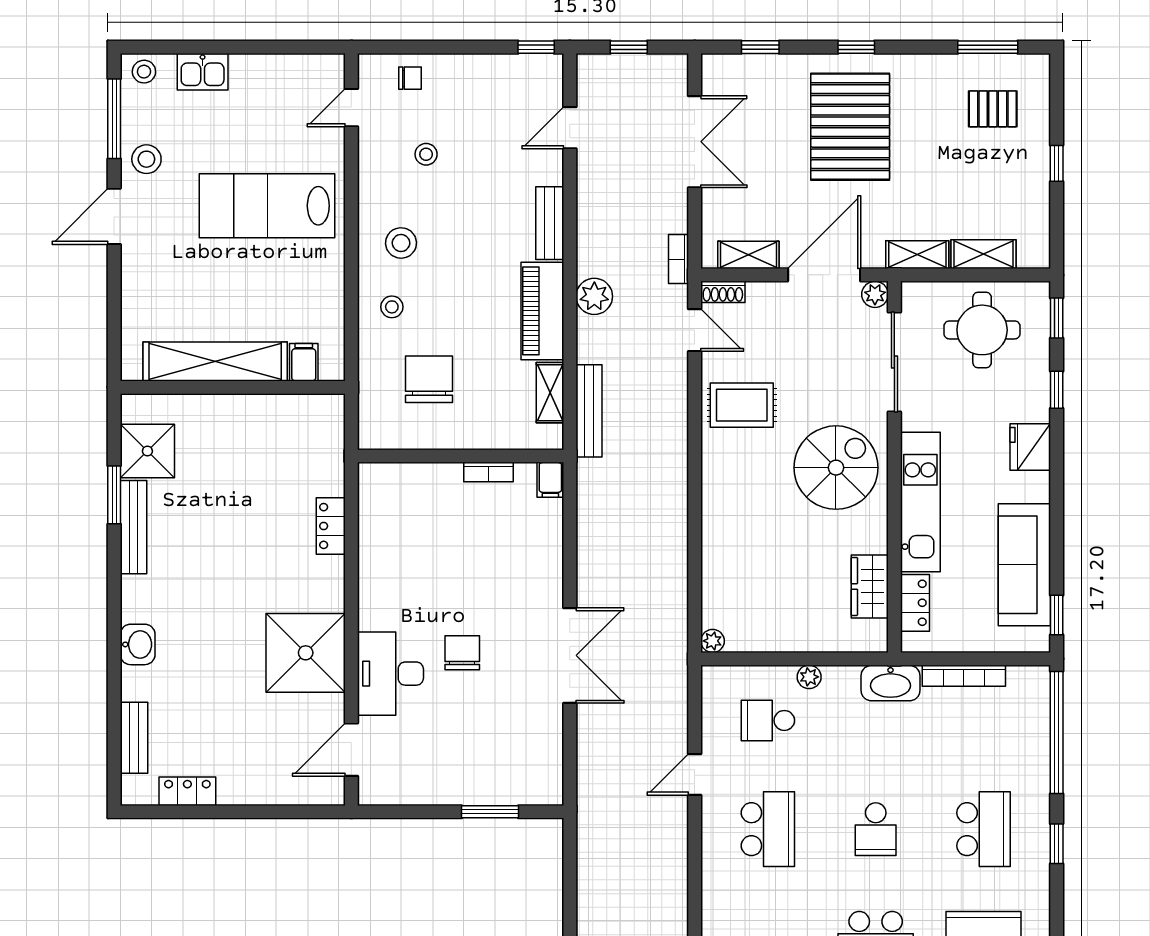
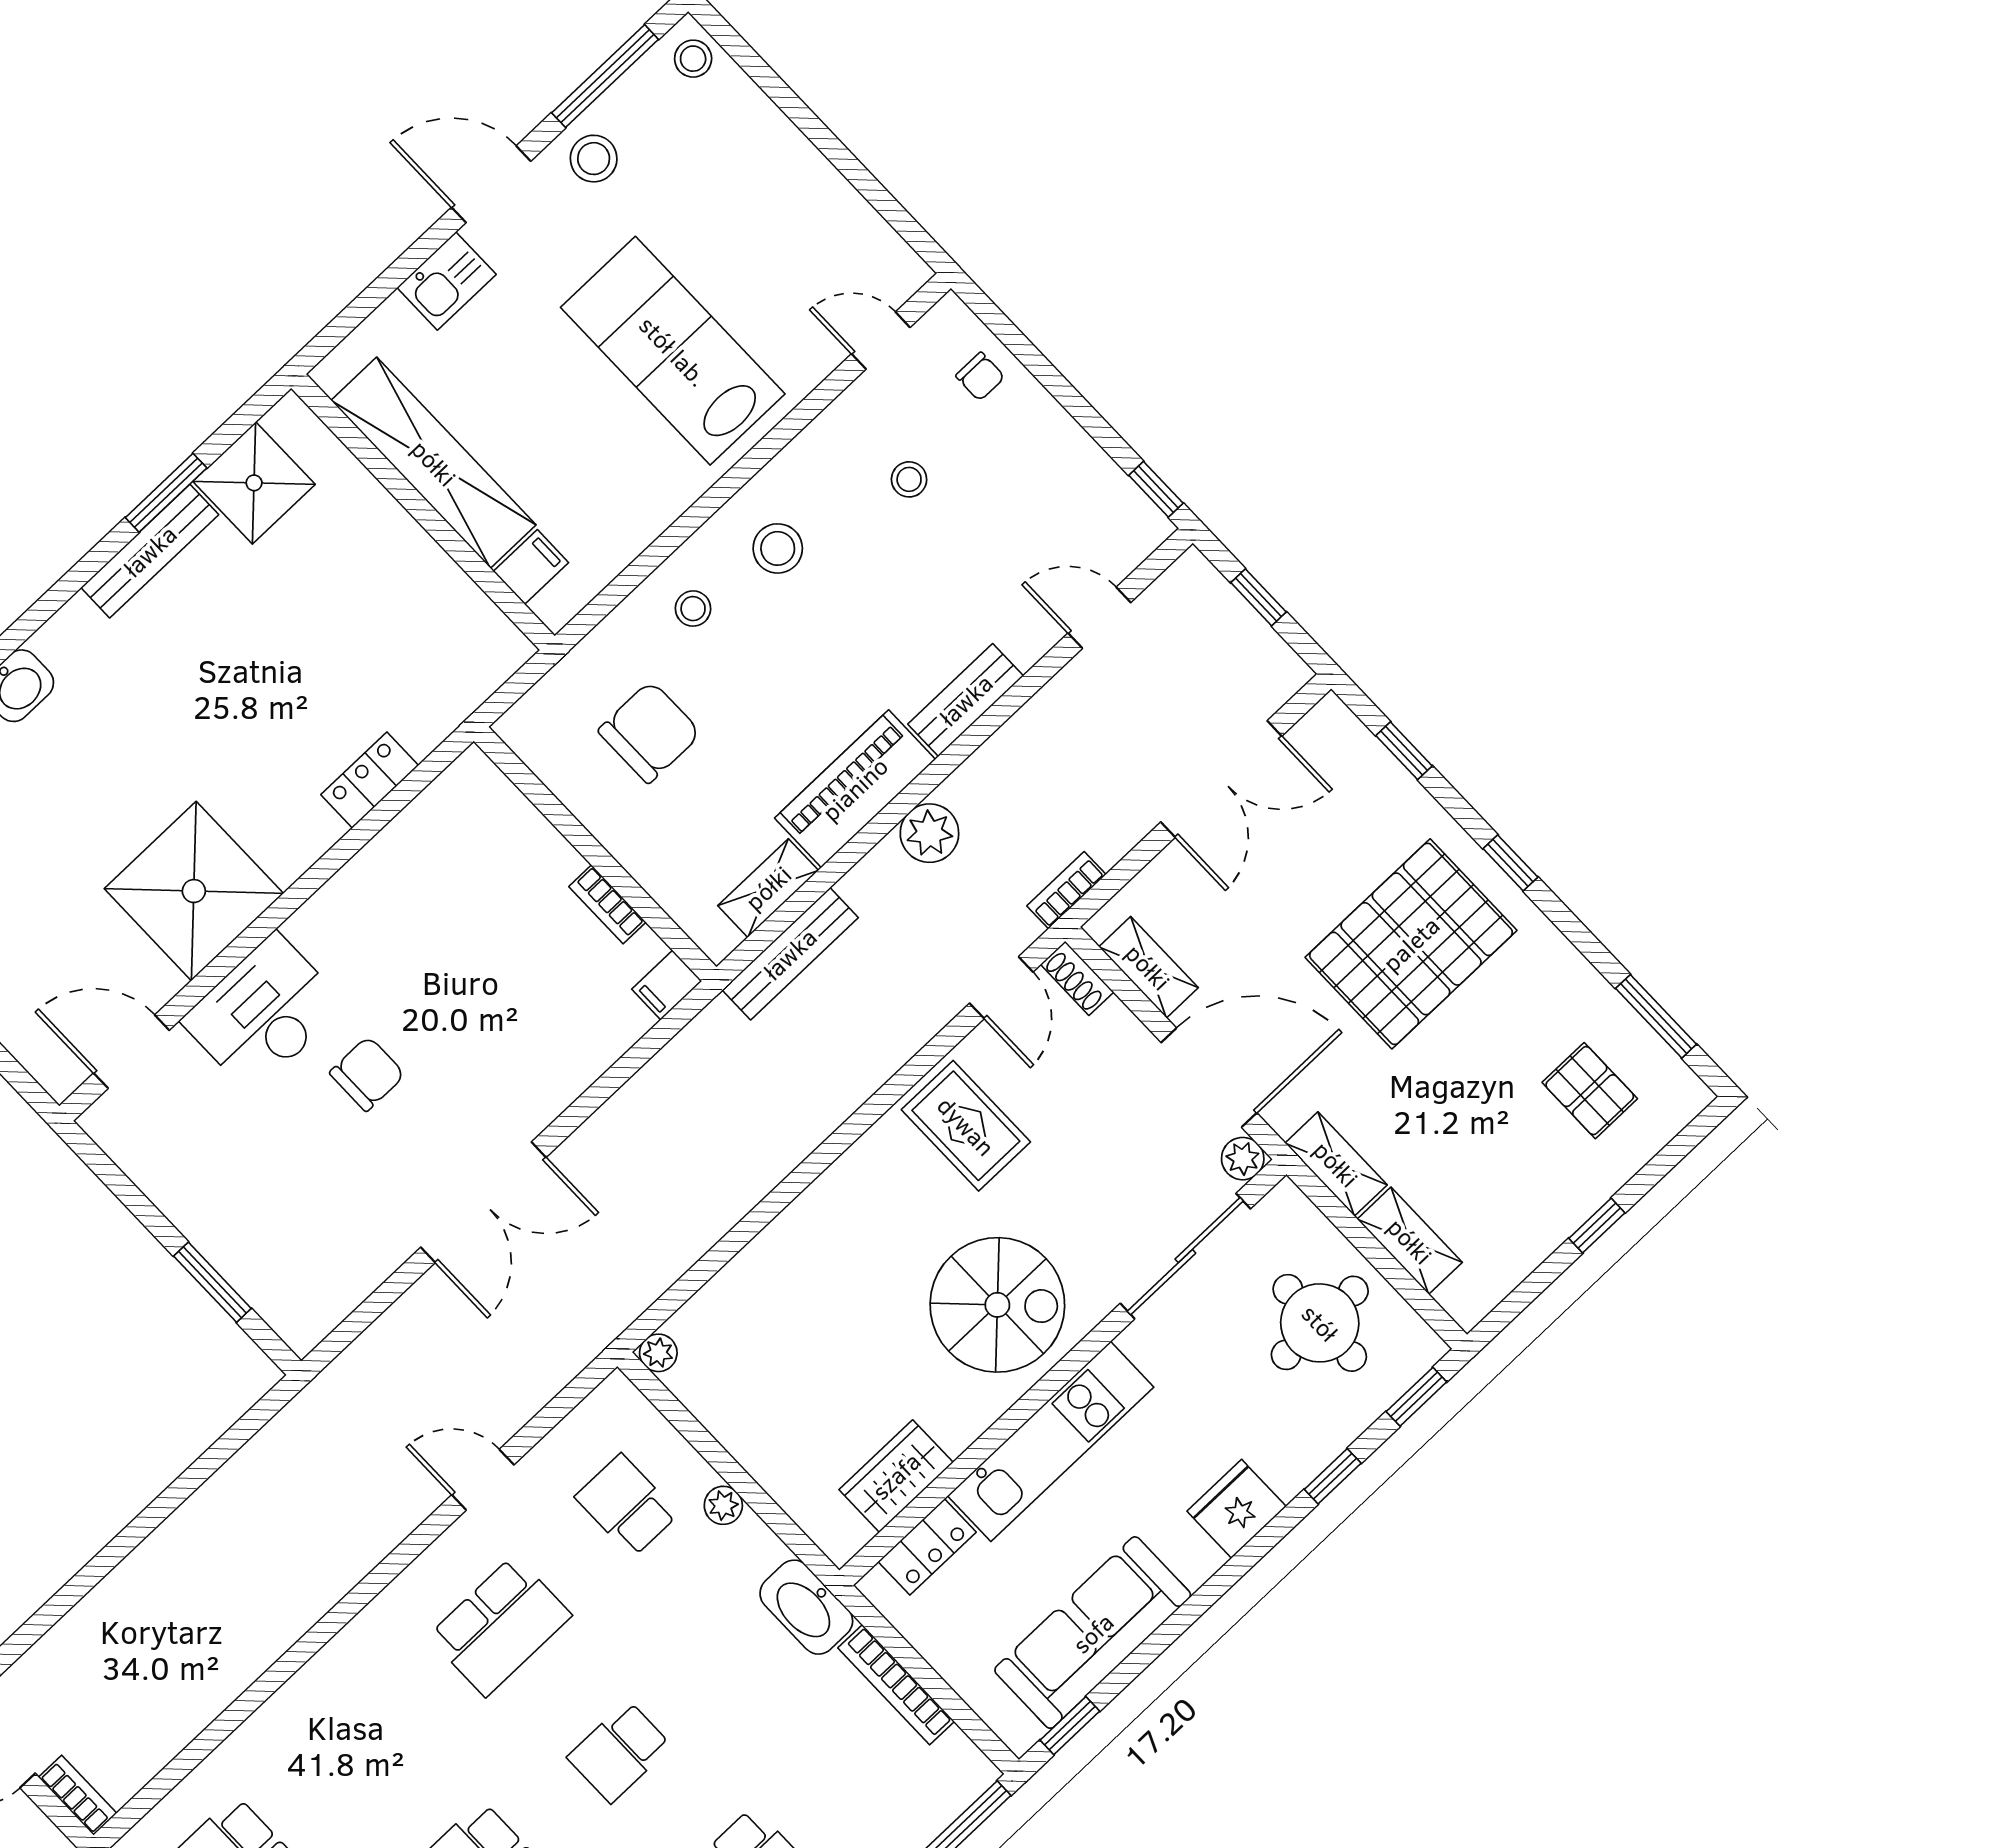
kitchen sink: (203, 72) -> (447, 281), moved, turned -90

